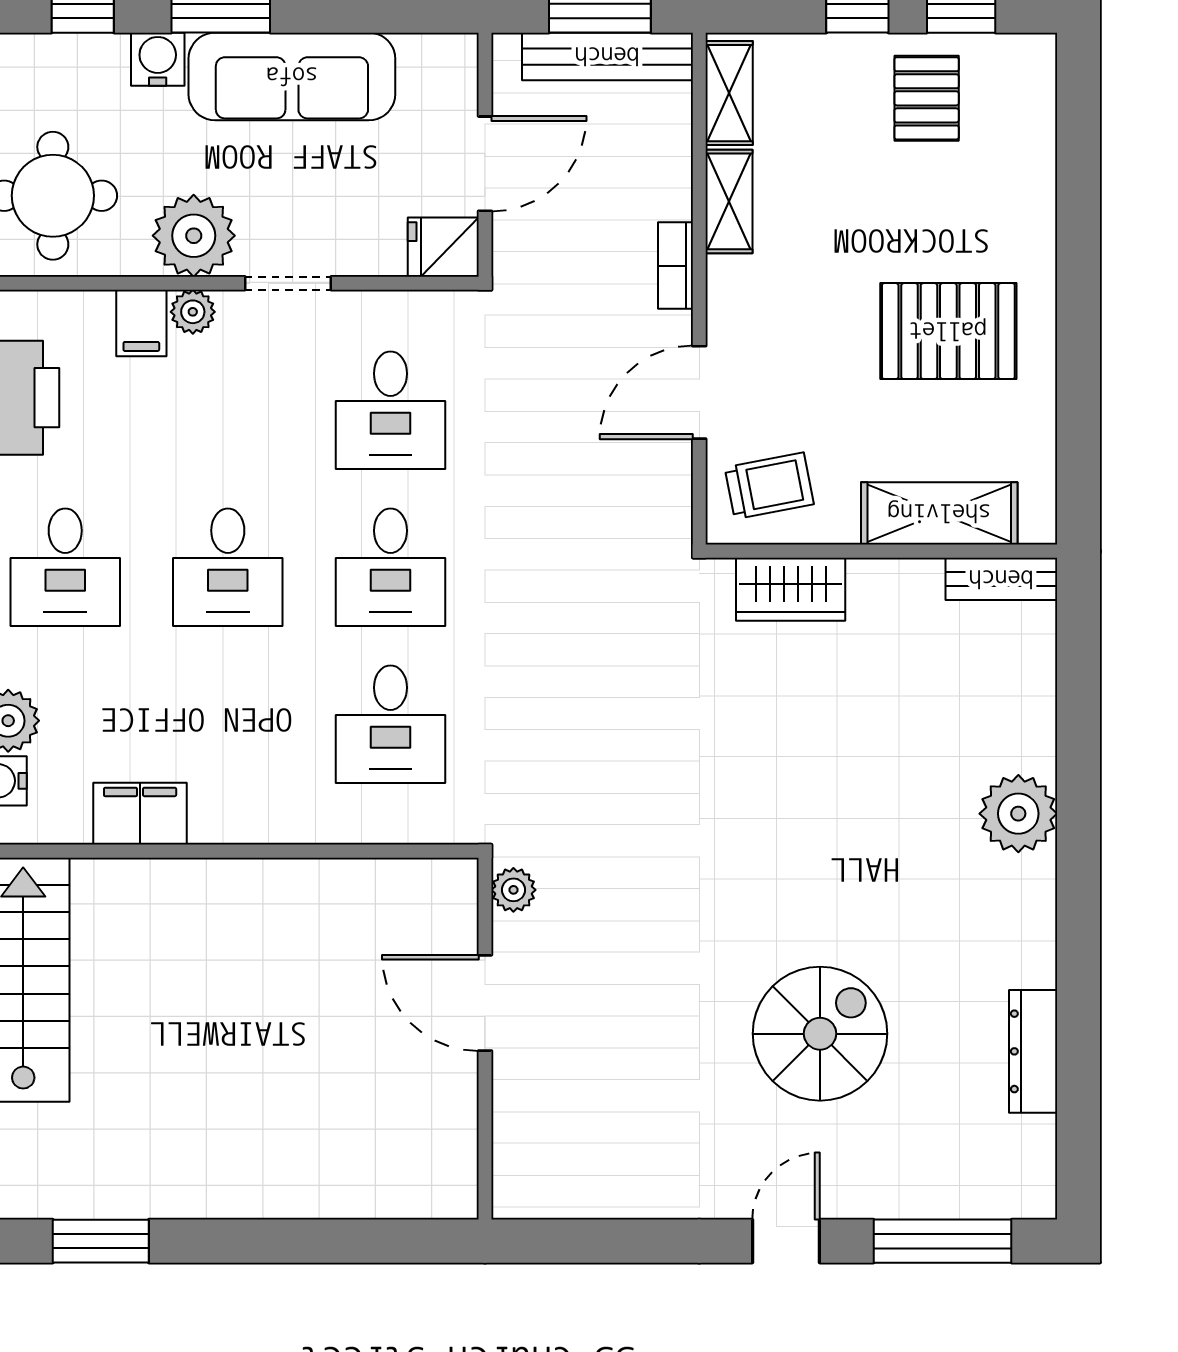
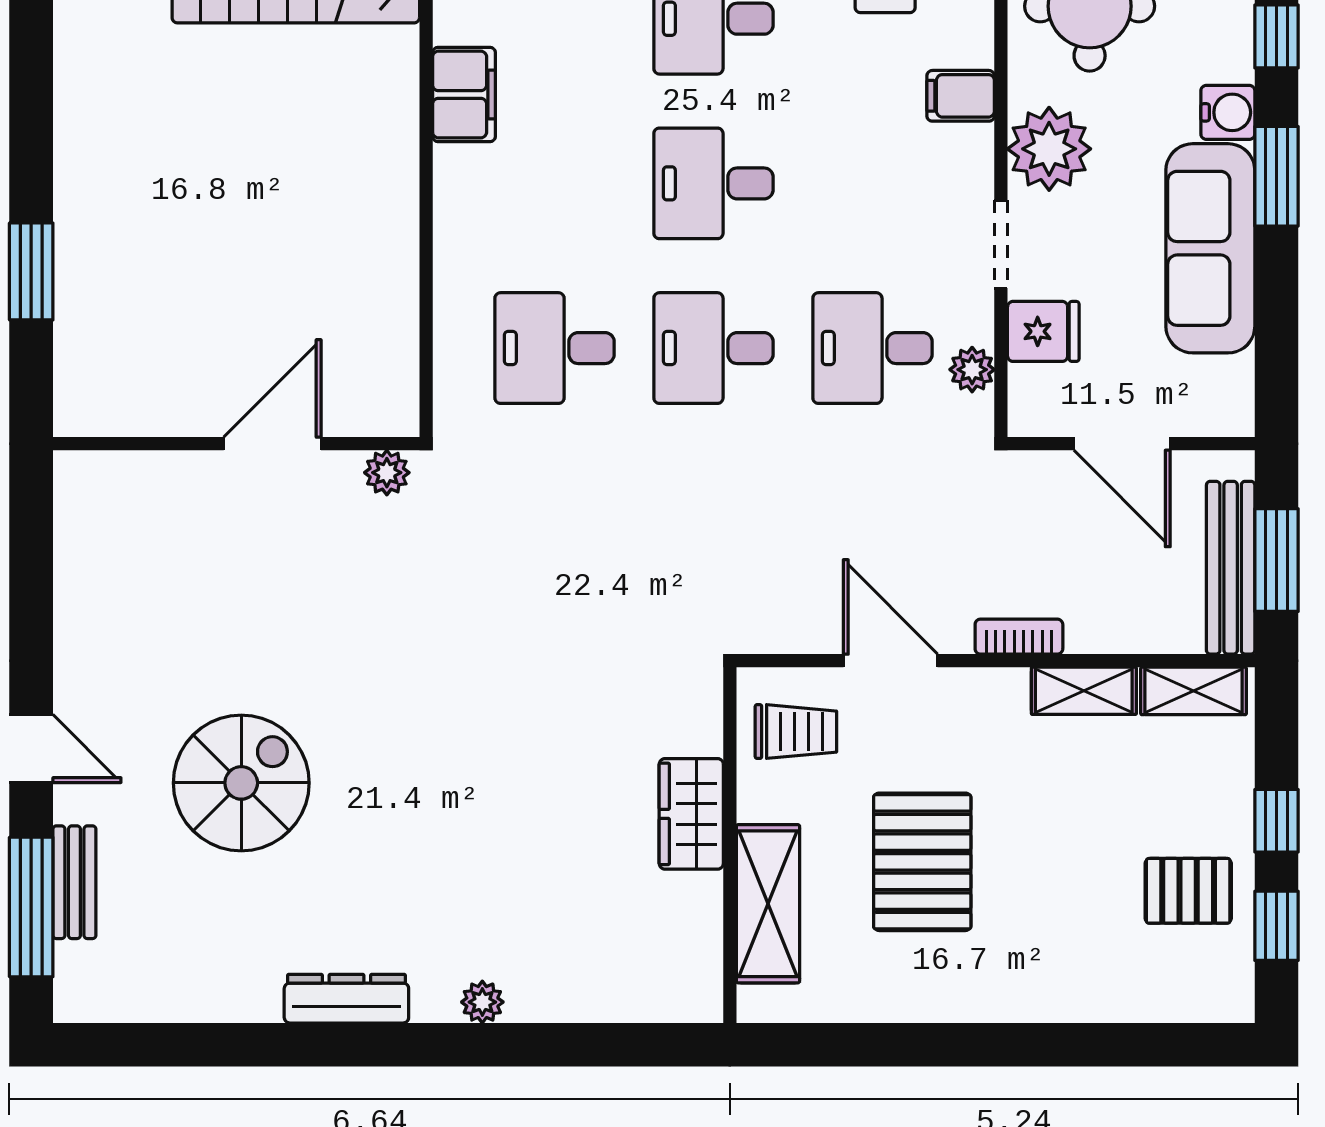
fridge: (443, 247) -> (1043, 331), moved, turned 90
plant: (193, 312) -> (972, 370), moved
pallet: (948, 331) -> (922, 862), moved
trolley: (769, 486) -> (796, 732), turned -79
bench: (1001, 579) -> (74, 882), moved
wardrobe: (791, 589) -> (691, 814), moved
plant: (1018, 814) -> (482, 1002), width x0.53, depth x0.53
spiral stairs: (820, 1034) -> (241, 783), turned -90
dresser: (1033, 1051) -> (346, 999), moved
window: (101, 1241) -> (31, 271), moved

